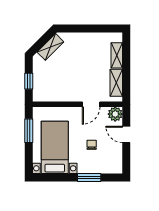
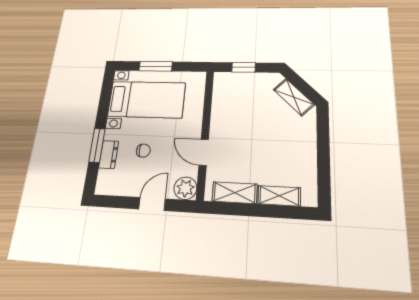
window: (29, 131) -> (156, 66), moved
dresser: (95, 168) -> (109, 155), added

